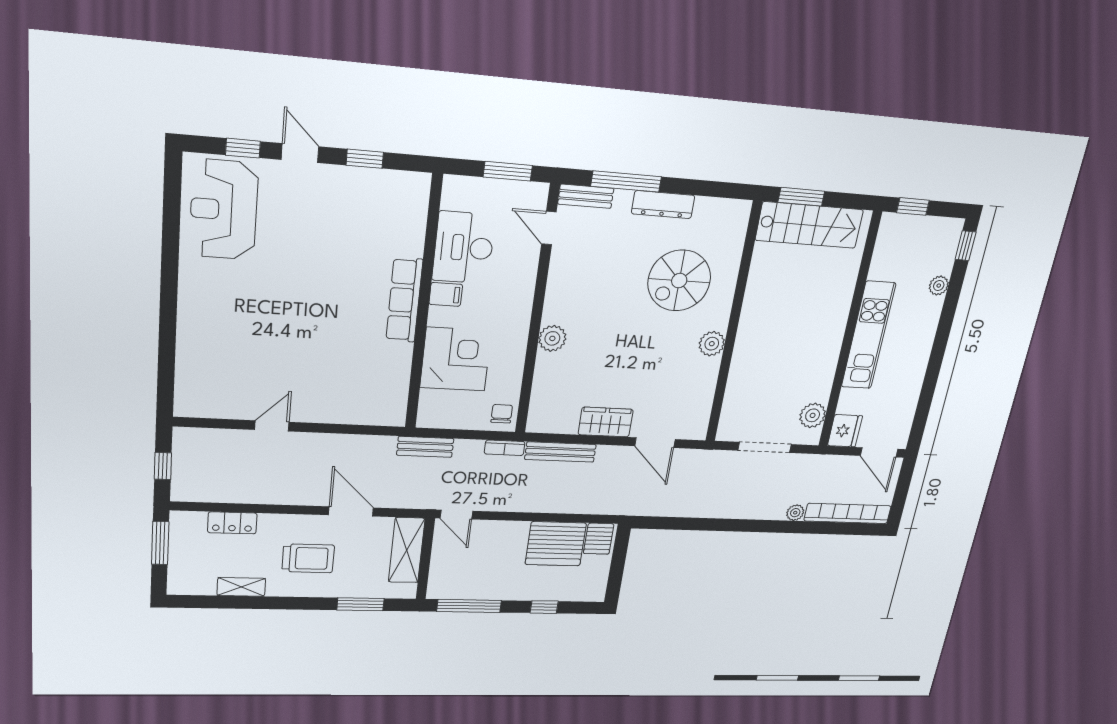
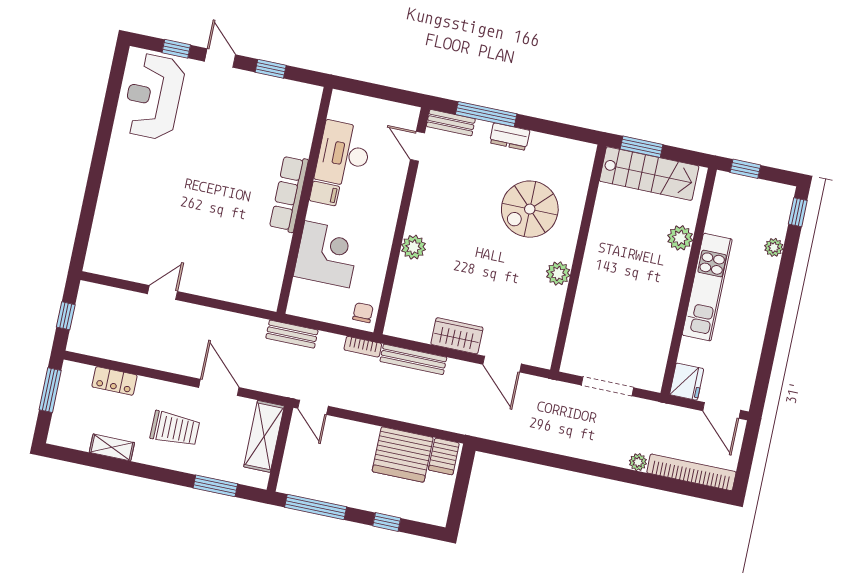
window: (508, 171) -> (386, 93), removed
dresser: (663, 205) -> (510, 137), width x0.70
plant: (813, 415) -> (680, 238), moved

